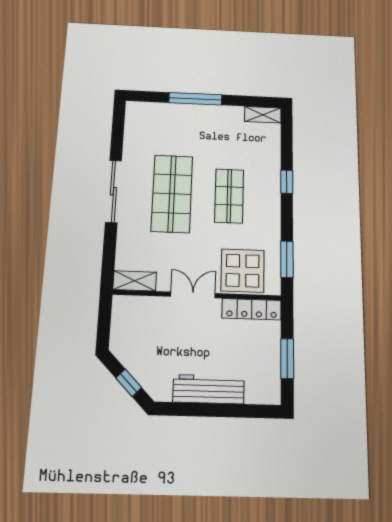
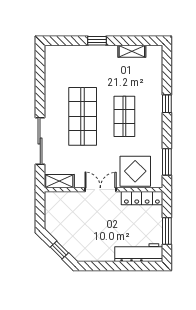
window: (195, 99) -> (97, 41), width x0.46
shelving: (263, 115) -> (132, 51), moved
sliding door: (113, 191) -> (40, 141), moved
workbench: (209, 389) -> (139, 253), moved

